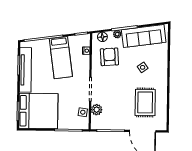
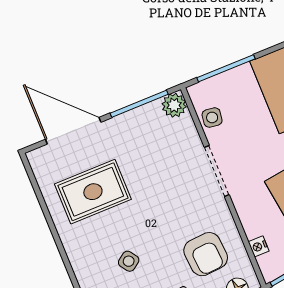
rug: (145, 102) -> (93, 192), turned 90
plant: (97, 110) -> (174, 105), moved

